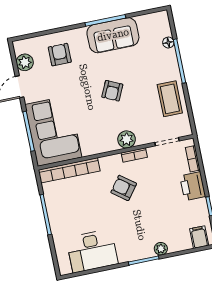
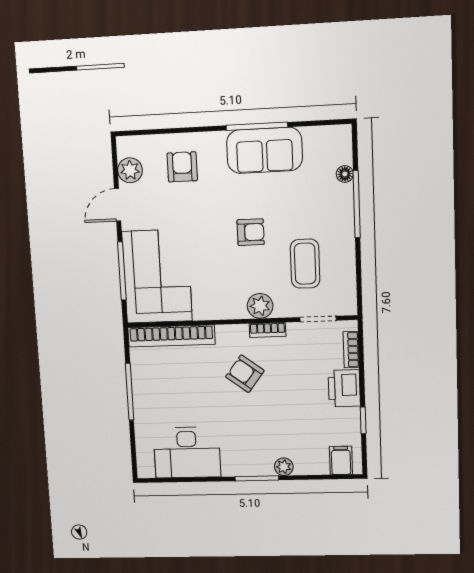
armchair: (112, 91) -> (251, 232), turned -115
coffee table: (170, 99) -> (305, 264), moved

